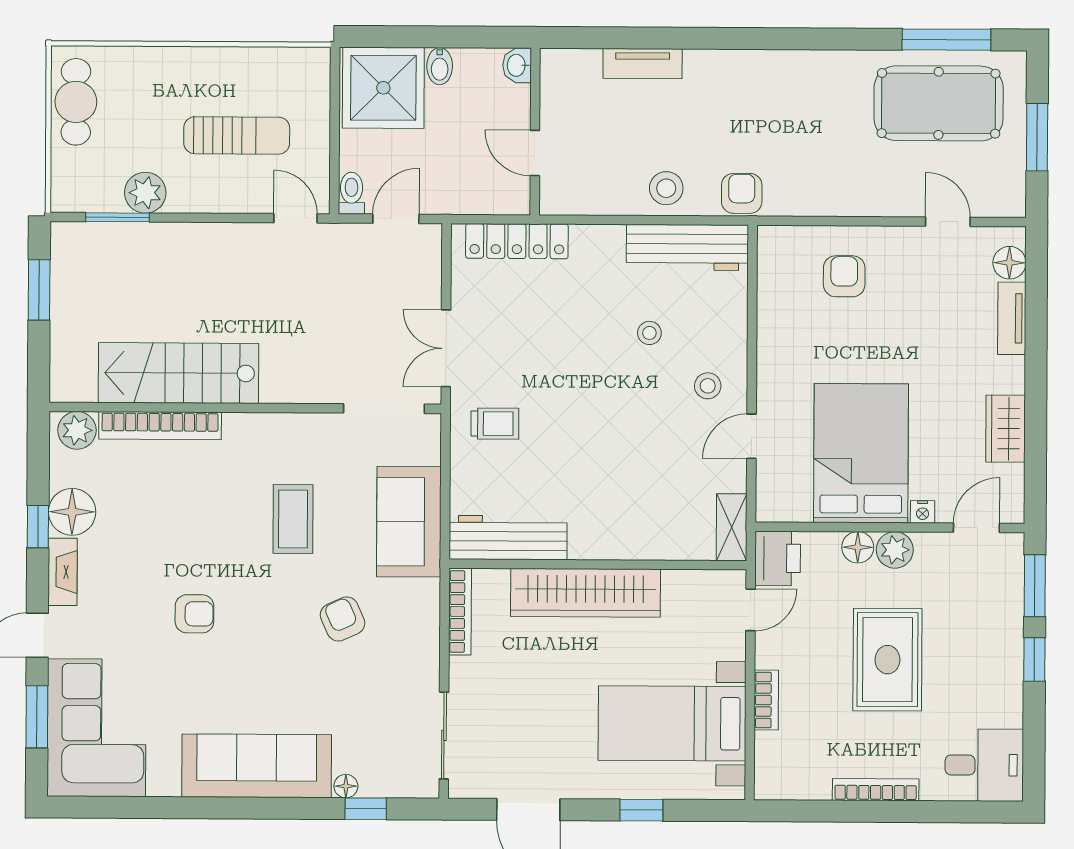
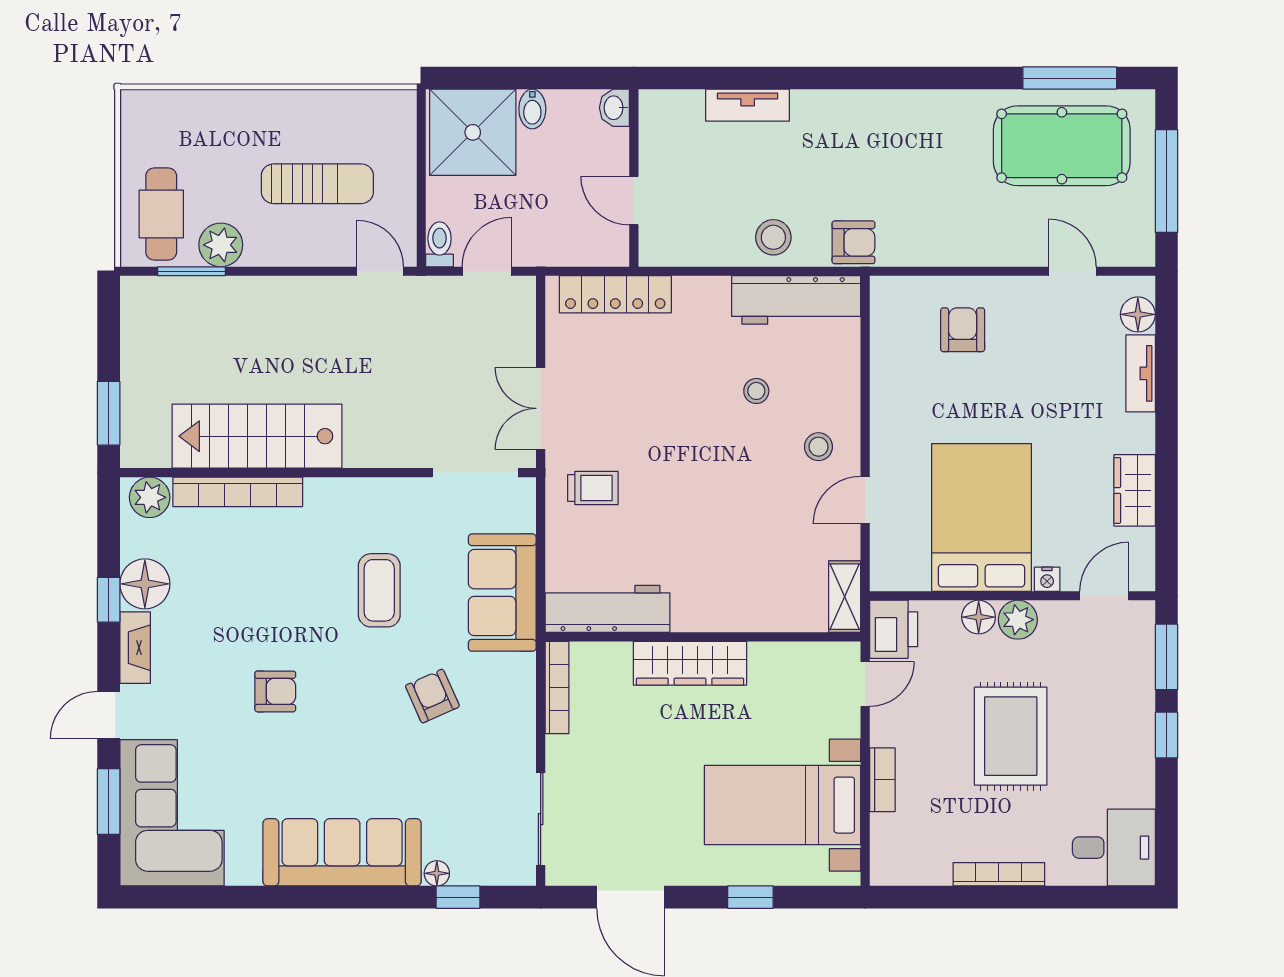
cafe table: (76, 102) -> (161, 214), moved
window: (1037, 137) -> (1167, 181), width x1.44
armchair: (742, 193) -> (853, 242), turned 90
window: (39, 290) -> (109, 413), moved
wardrobe: (585, 593) -> (690, 663), width x0.71, depth x0.85

